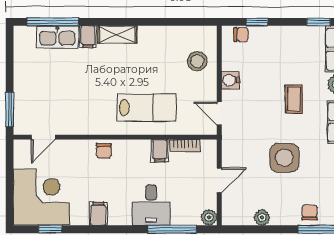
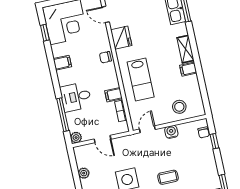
filing cabinet: (88, 37) -> (188, 69), moved
fridge: (81, 122) -> (121, 38), added

